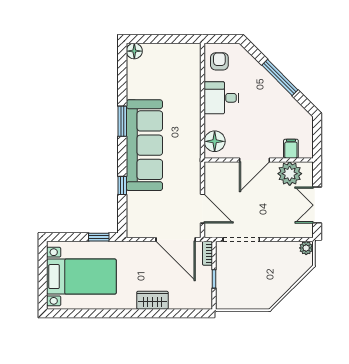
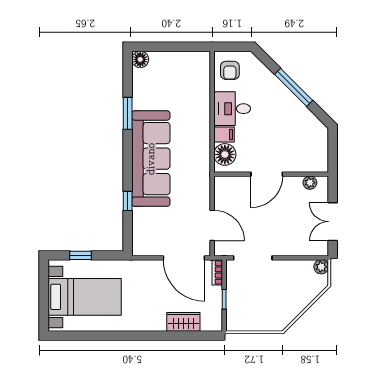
armchair: (219, 61) -> (230, 70), turned 180
window: (122, 121) -> (128, 113), moved
filing cabinet: (291, 149) -> (224, 135), moved, turned 90
plant: (290, 174) -> (310, 183), width x0.53, depth x0.53
window: (99, 237) -> (80, 255), moved
wardrobe: (152, 300) -> (183, 322), moved

